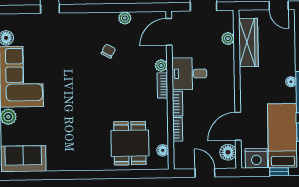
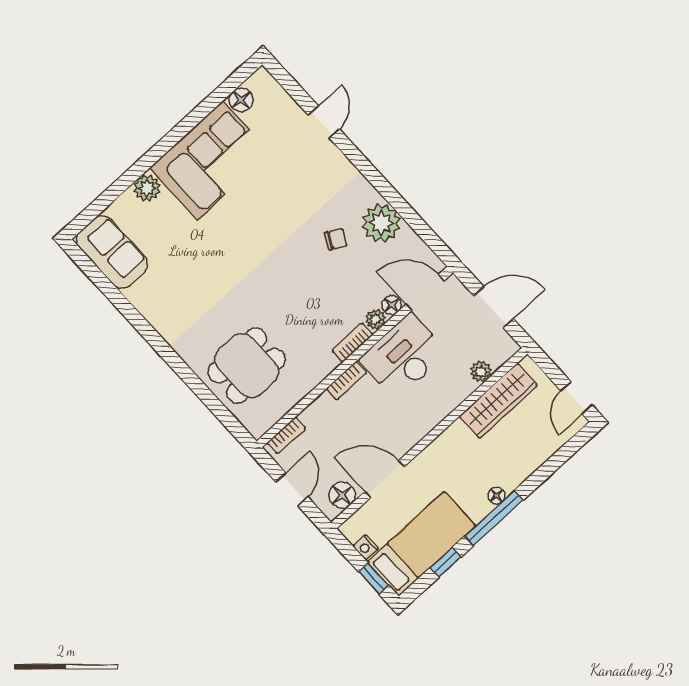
plant: (125, 18) -> (381, 223), width x1.87, depth x1.87
desk: (189, 74) -> (403, 356), width x1.37
bookcase: (178, 129) -> (286, 435), moved
floor lamp: (163, 150) -> (392, 305), moved
nightstand: (256, 158) -> (366, 547), width x0.53, depth x0.56

